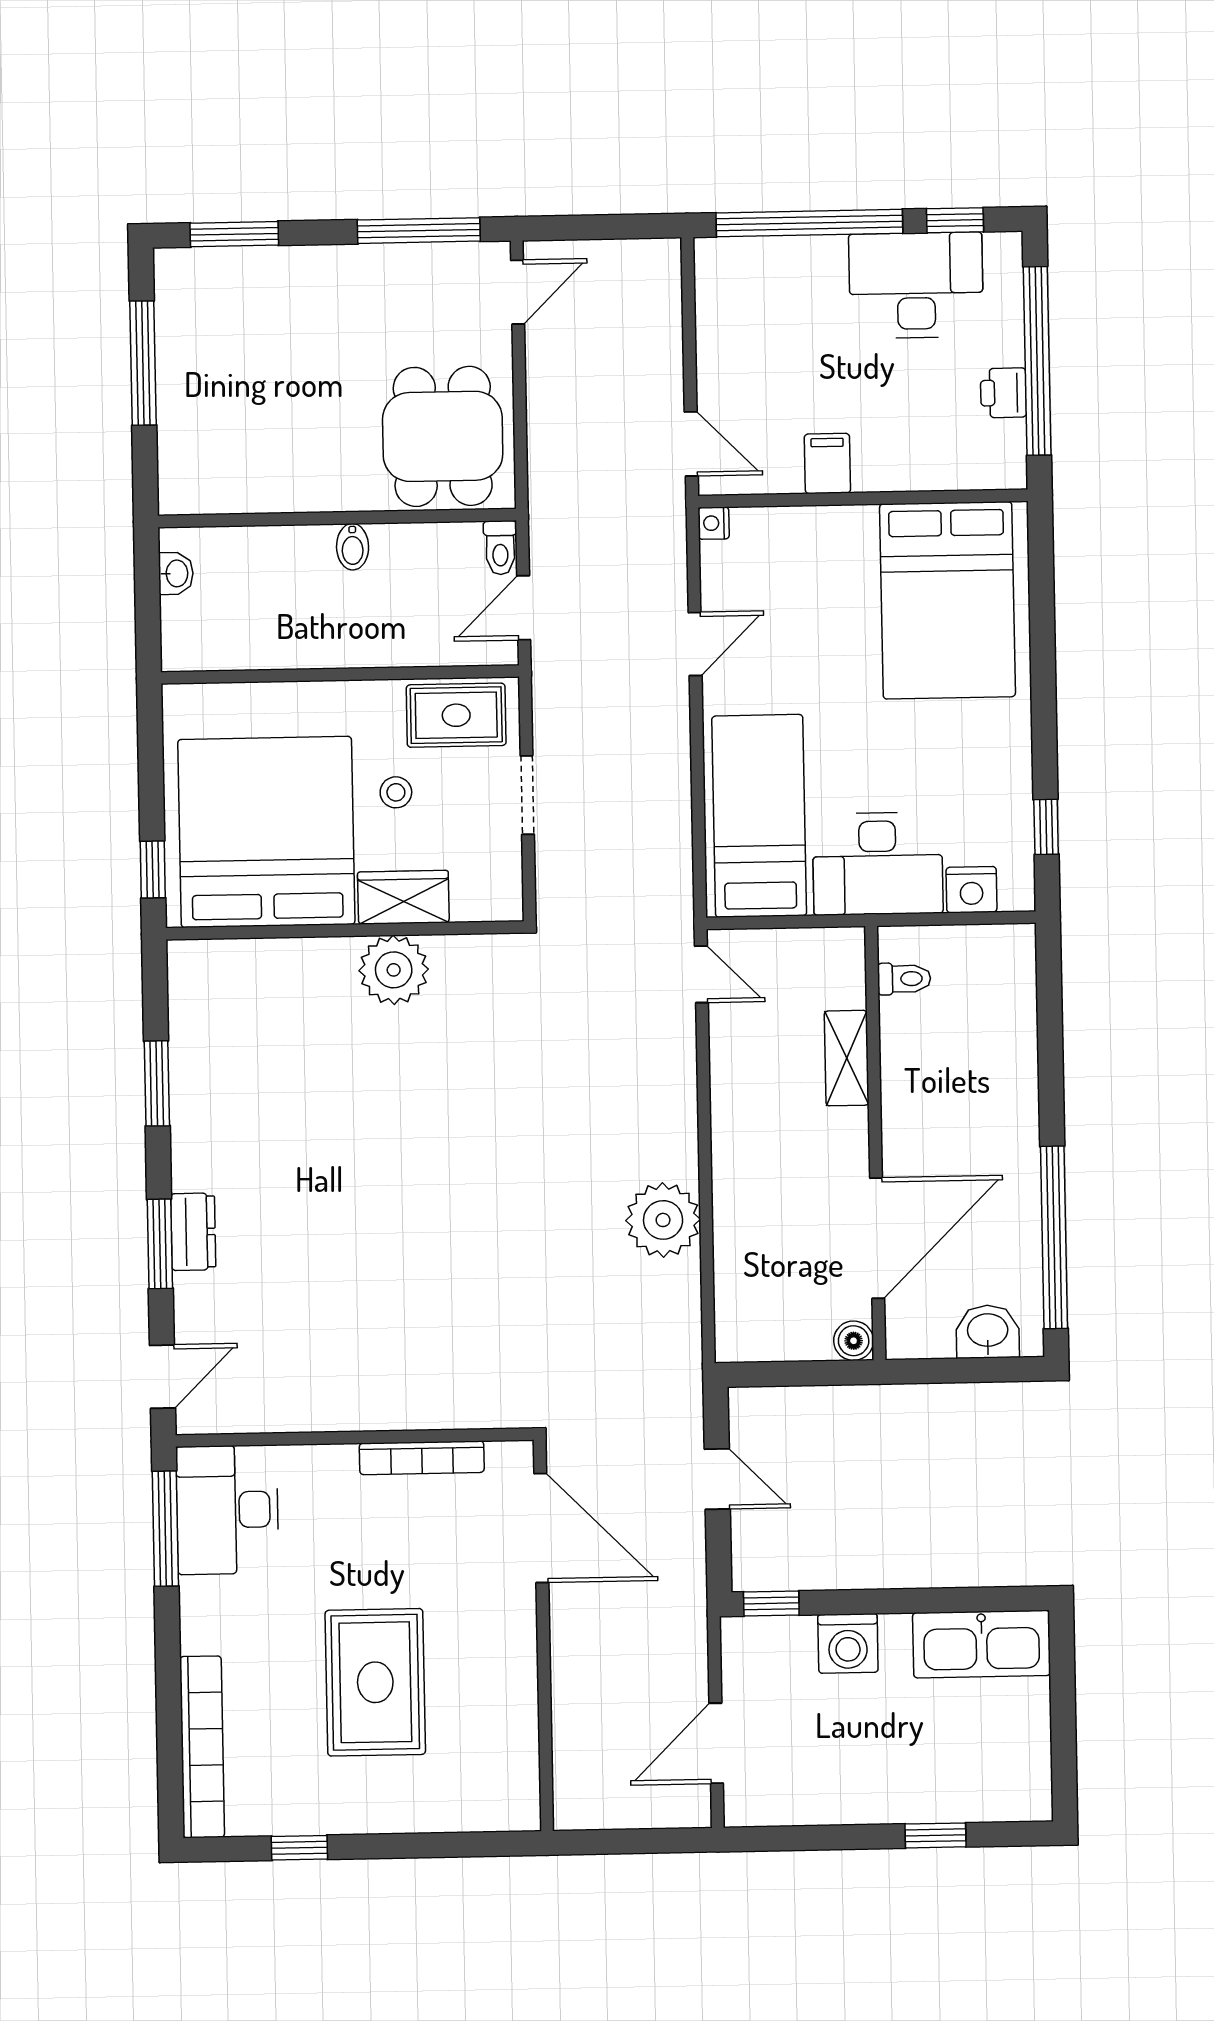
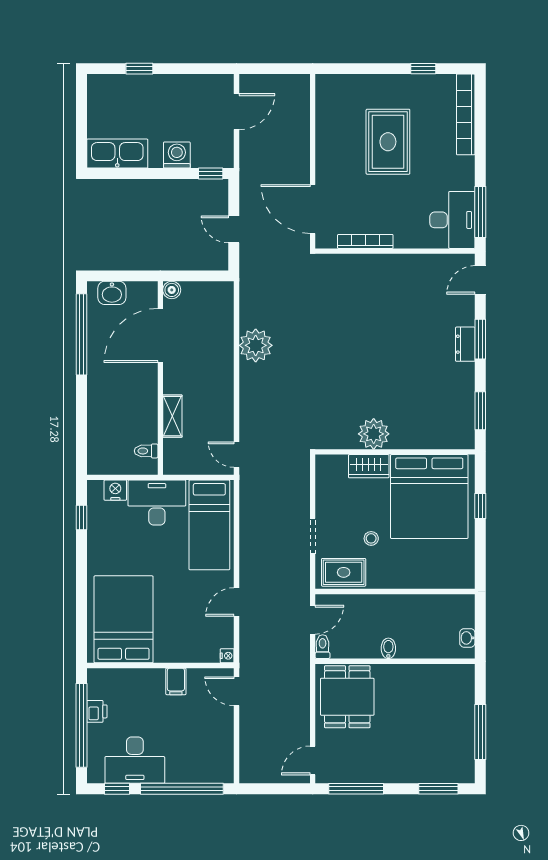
bed: (266, 832) -> (429, 497), moved
wardrobe: (403, 897) -> (369, 466), moved
wall: (345, 930) -> (395, 452), moved
plant: (394, 970) -> (374, 434), moved

